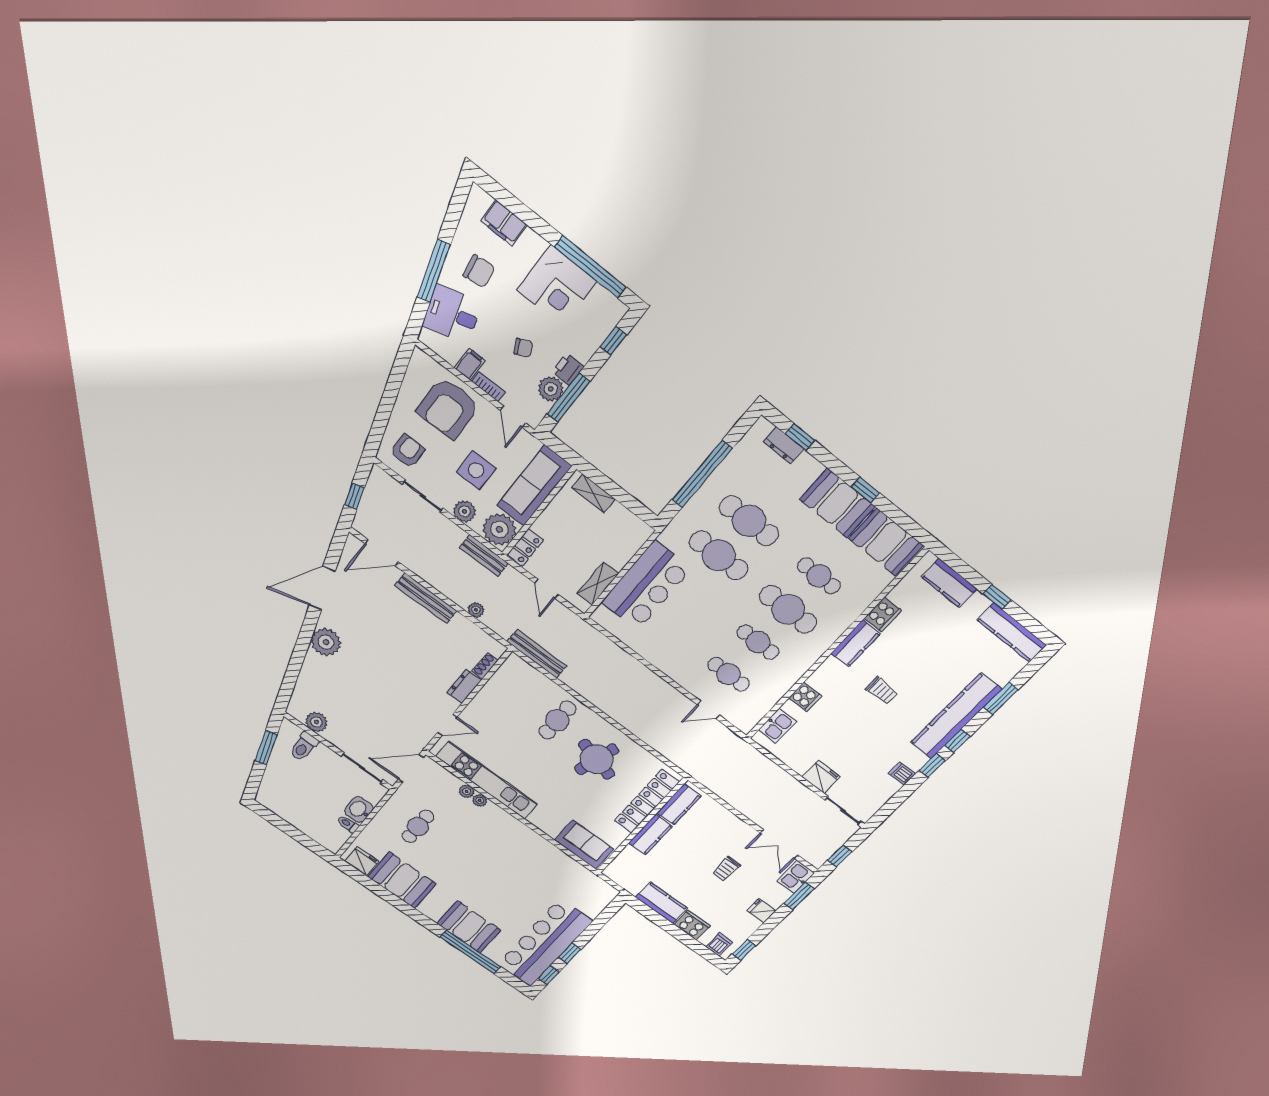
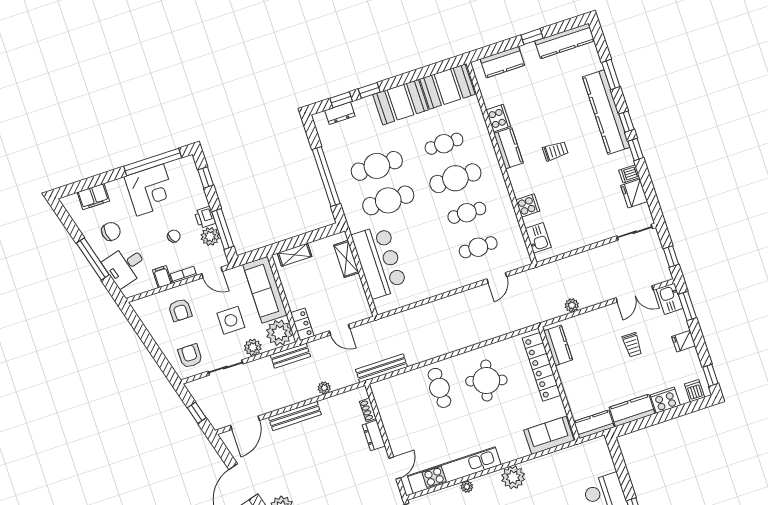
armchair: (448, 408) -> (180, 310), width x0.53, depth x0.53
window: (865, 490) -> (369, 90), moved
shelving: (598, 583) -> (346, 259), moved
fridge: (821, 777) -> (634, 193), moved, turned -90
plant: (467, 791) -> (513, 477), moved, width x1.88, depth x1.88
plant: (728, 795) -> (572, 305), added
kitchen counter: (650, 835) -> (594, 424), moved, turned -90

